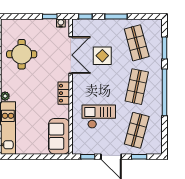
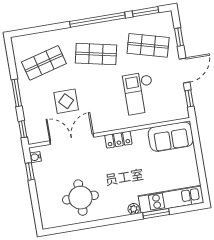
window: (165, 48) -> (146, 12), moved

